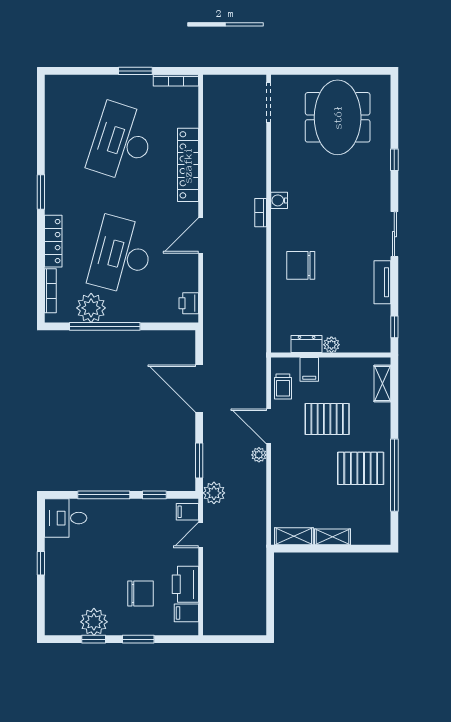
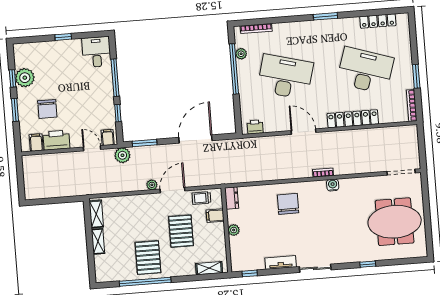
locker: (53, 241) -> (378, 21), moved
plant: (91, 308) -> (241, 54), width x0.53, depth x0.53
dresser: (307, 344) -> (232, 198), moved

